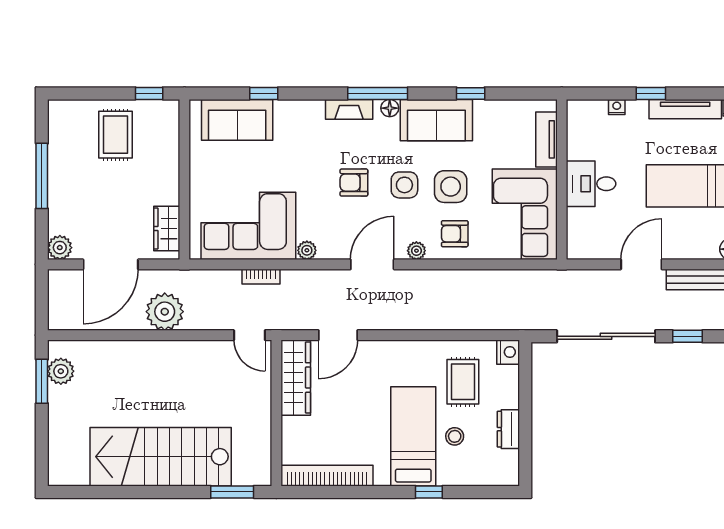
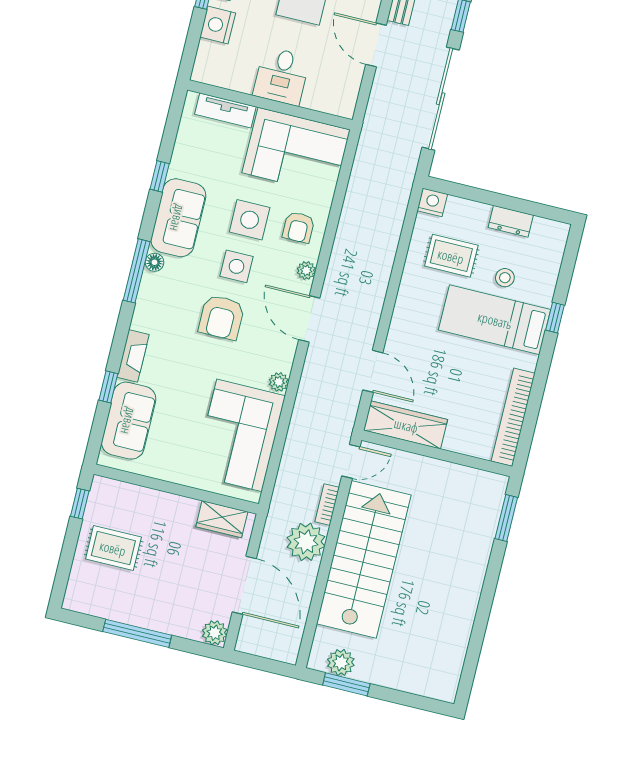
nightstand: (617, 107) -> (218, 25), width x1.89, depth x1.79
fireplace: (349, 109) -> (133, 356), moved
armchair: (354, 183) -> (221, 317), width x1.38, depth x1.38
bookcase: (261, 277) -> (327, 505), moved, turned 180
stairs: (161, 457) -> (364, 559), moved, turned 180

